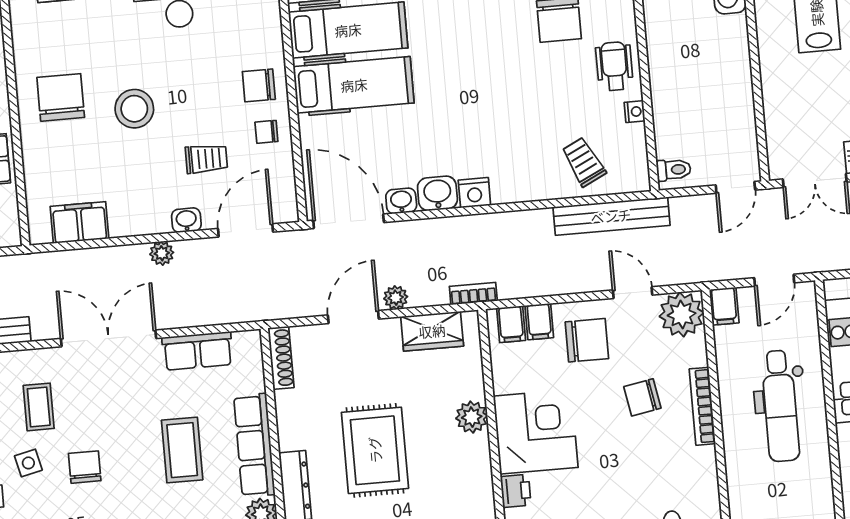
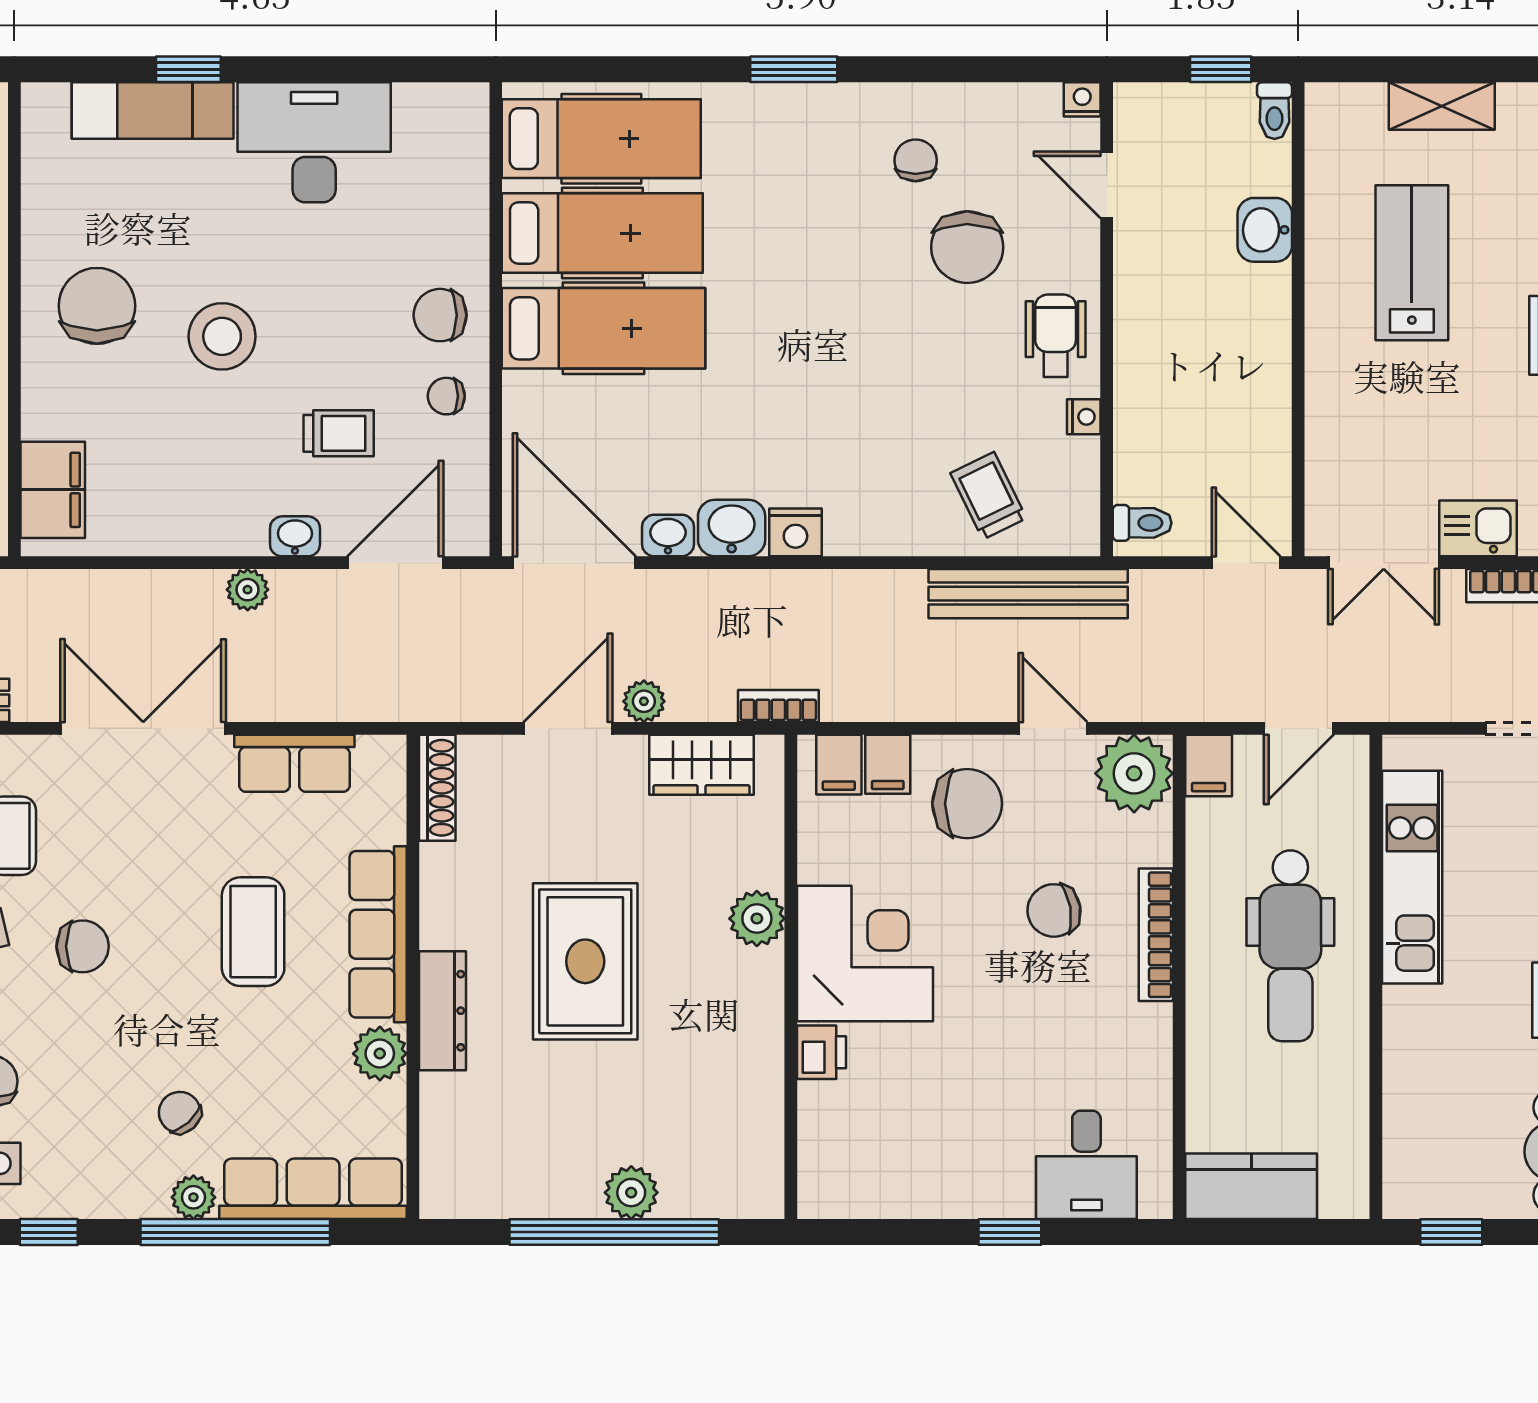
door: (735, 187) -> (1246, 563), swing flipped
filing cabinet: (80, 223) -> (53, 490), moved, turned 90
chair: (85, 467) -> (83, 946), turned 90

